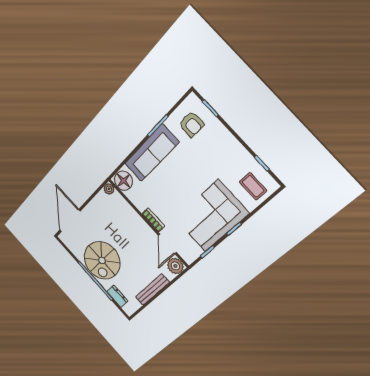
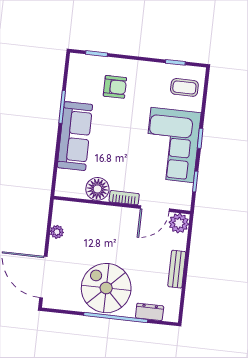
armchair: (191, 124) -> (115, 87), moved
floor lamp: (123, 181) -> (97, 189), moved
plant: (109, 189) -> (57, 232), moved
door: (167, 244) -> (155, 209), hinge flipped
spiral stairs: (102, 260) -> (106, 288), turned 180
bench: (152, 290) -> (177, 269), width x0.73

